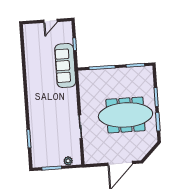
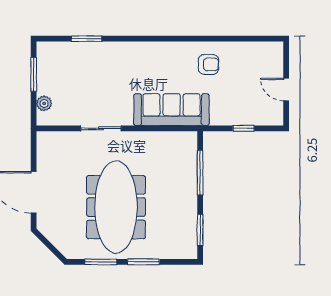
sofa: (65, 66) -> (171, 110), moved
armchair: (39, 67) -> (209, 64), added

